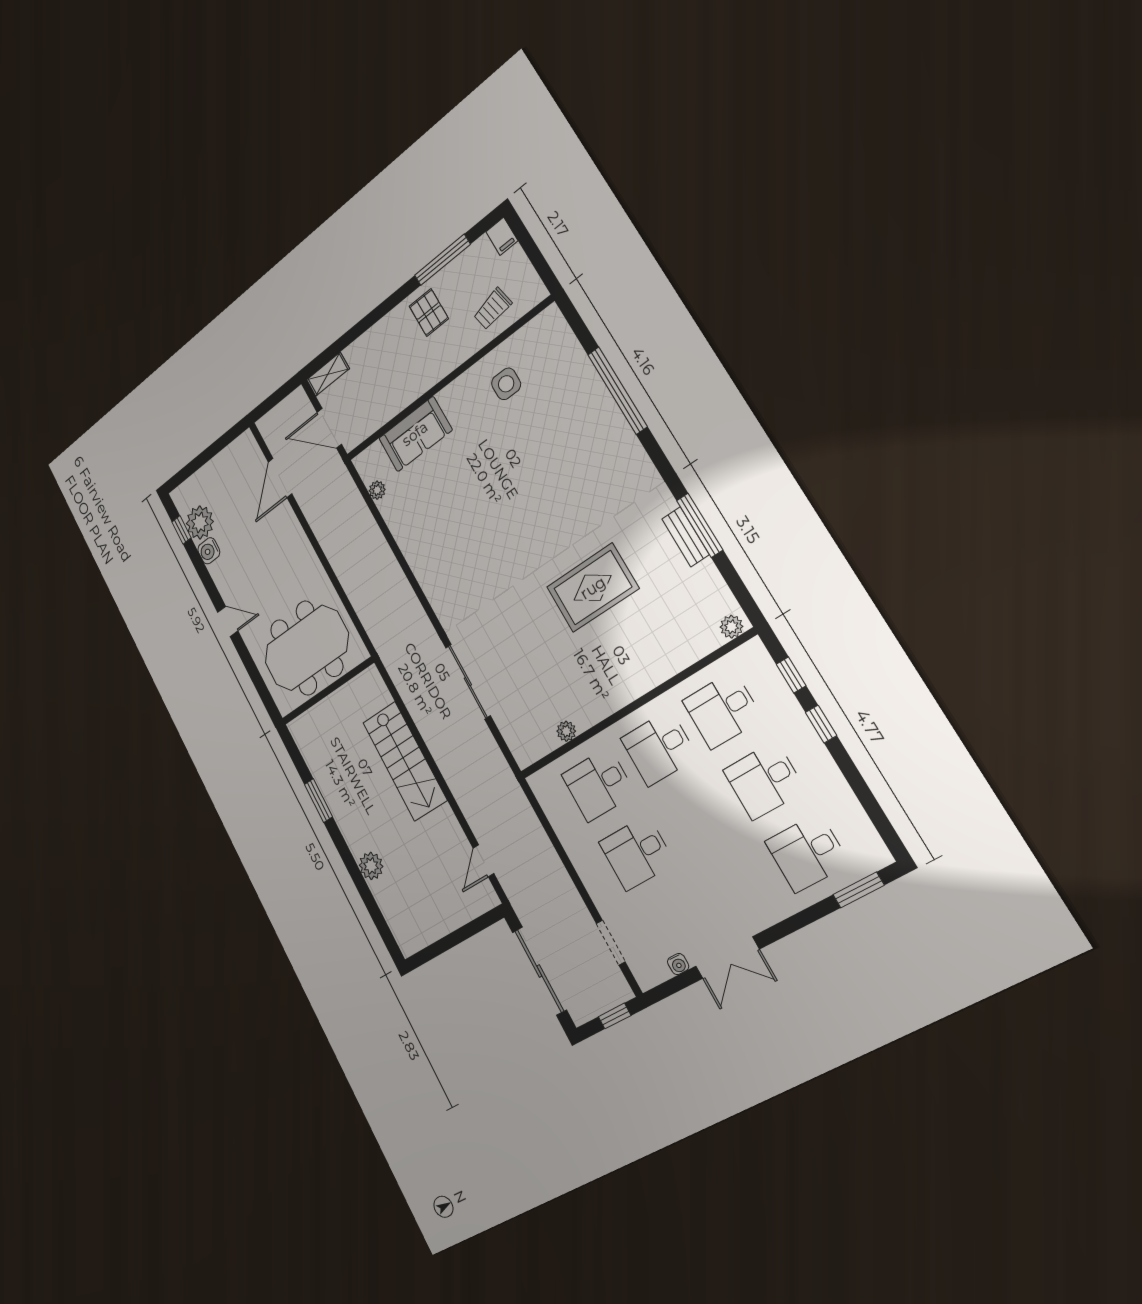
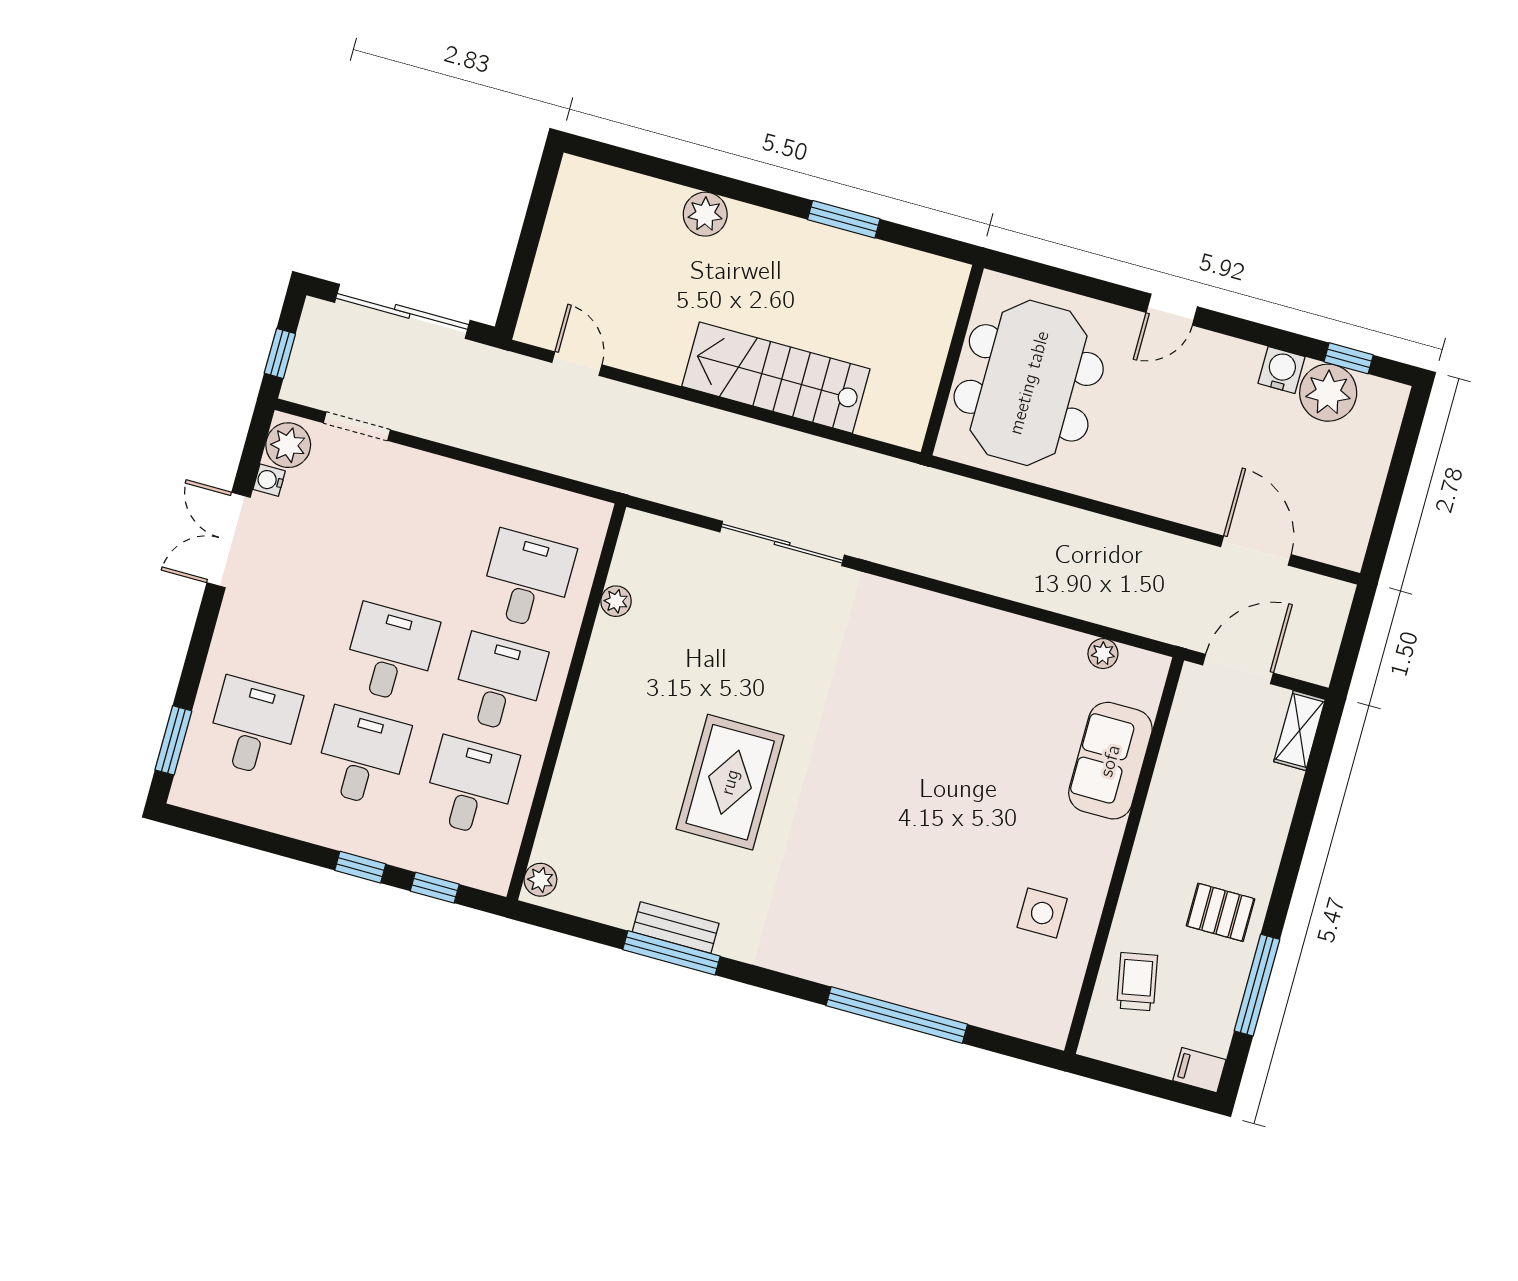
desk: (637, 853) -> (391, 653), moved
plant: (652, 970) -> (288, 445), added

